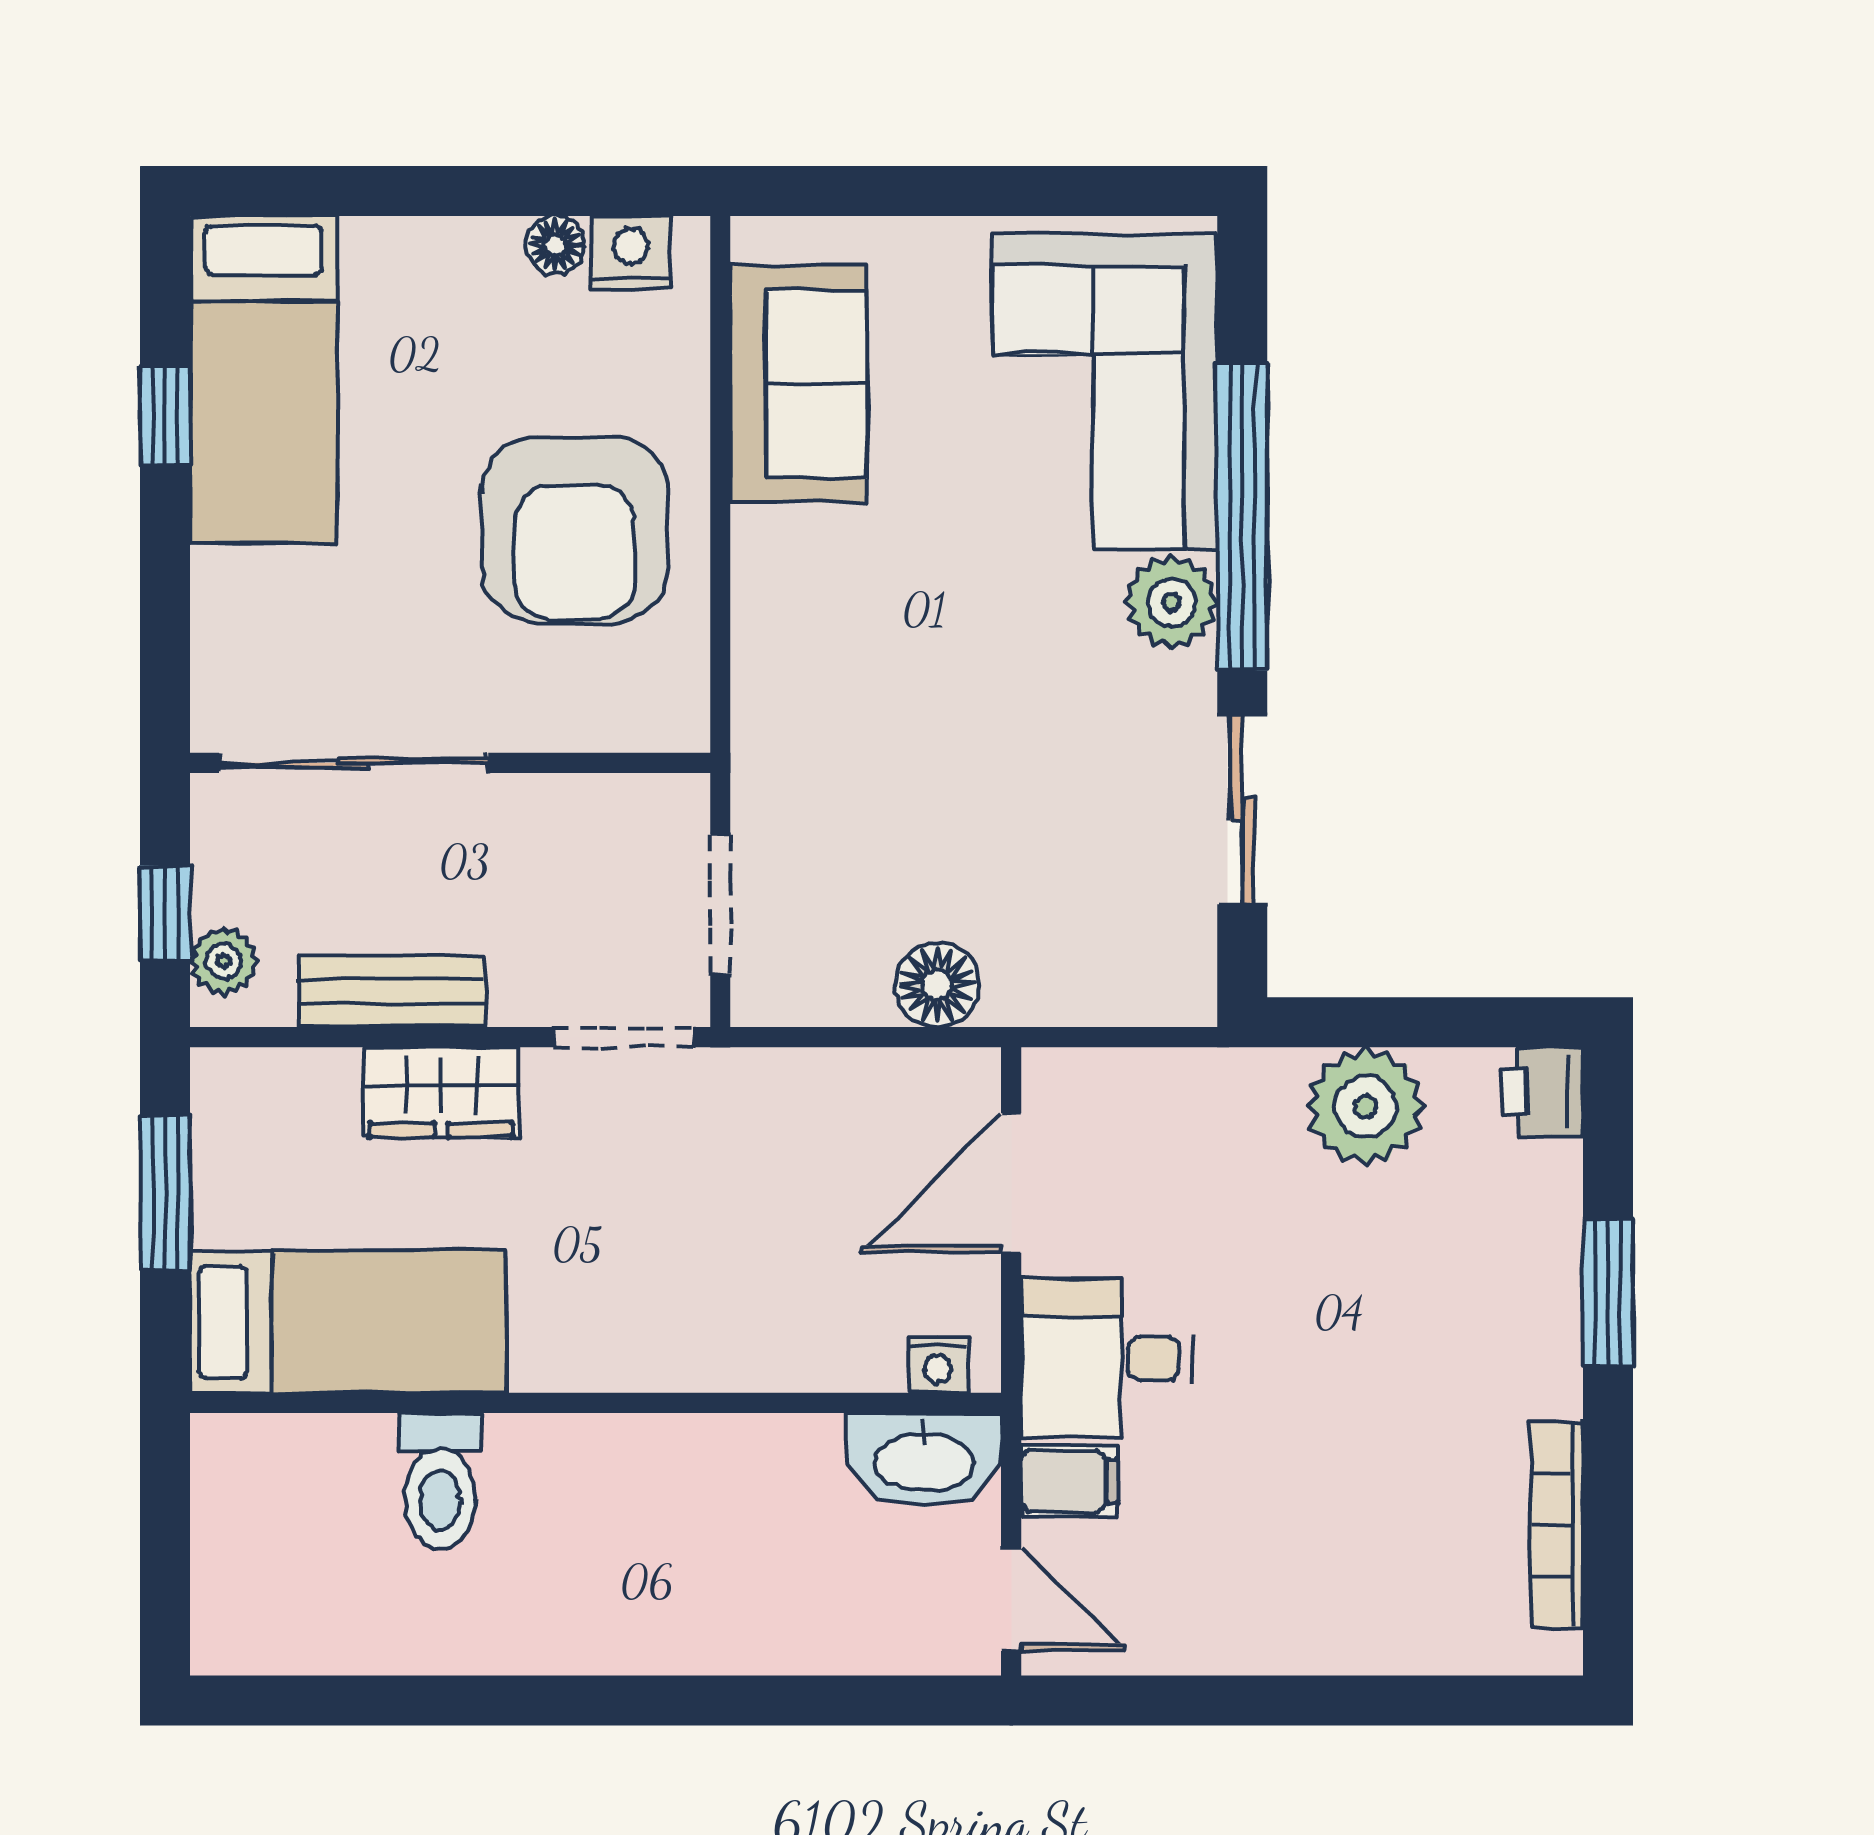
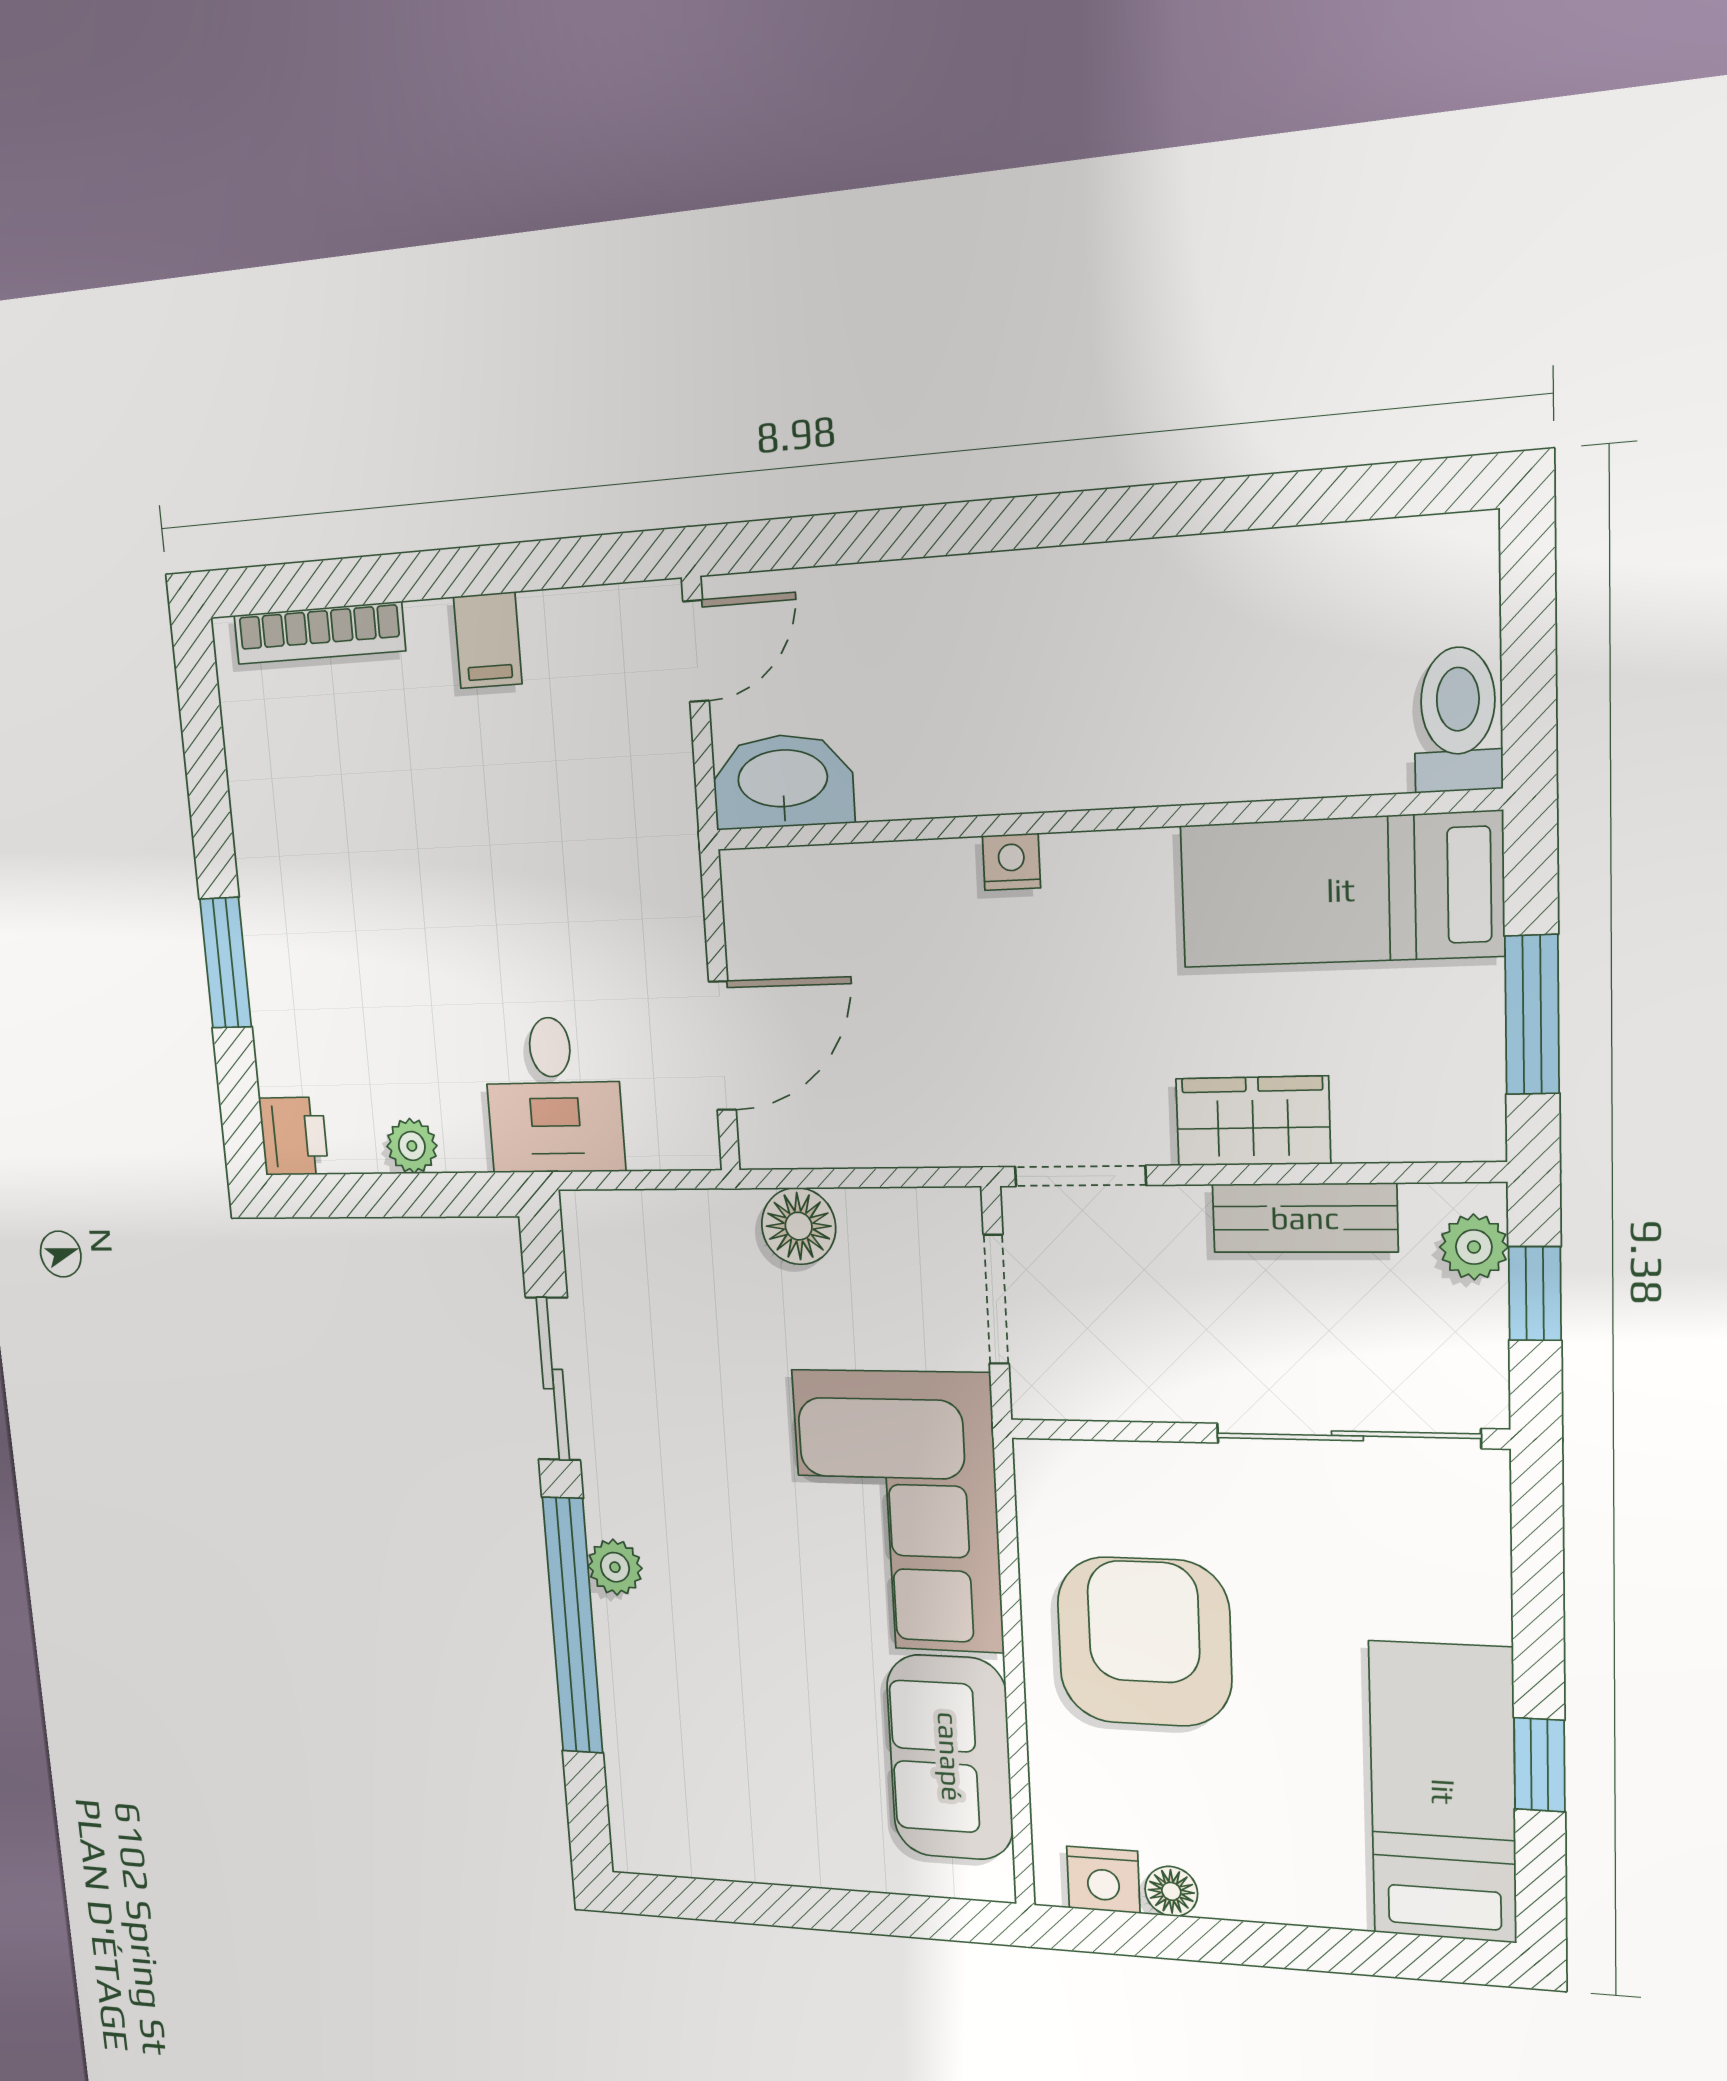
corner sofa: (1105, 392) -> (898, 1511), moved, turned 180
plant: (1171, 602) -> (615, 1567), width x0.73, depth x0.73
plant: (1366, 1106) -> (412, 1146), width x0.53, depth x0.53
desk: (1107, 1358) -> (553, 1095), moved, turned 90
nightstand: (938, 1365) -> (1011, 862), moved
toilet: (440, 1481) -> (1458, 719), moved
filing cabinet: (1070, 1481) -> (488, 640), moved, turned -90
bookcase: (1557, 1525) -> (319, 633), moved, turned 90
door: (1011, 1599) -> (696, 651), swing flipped

